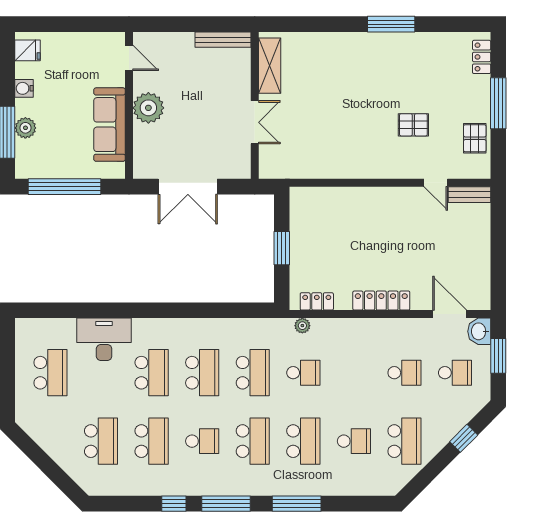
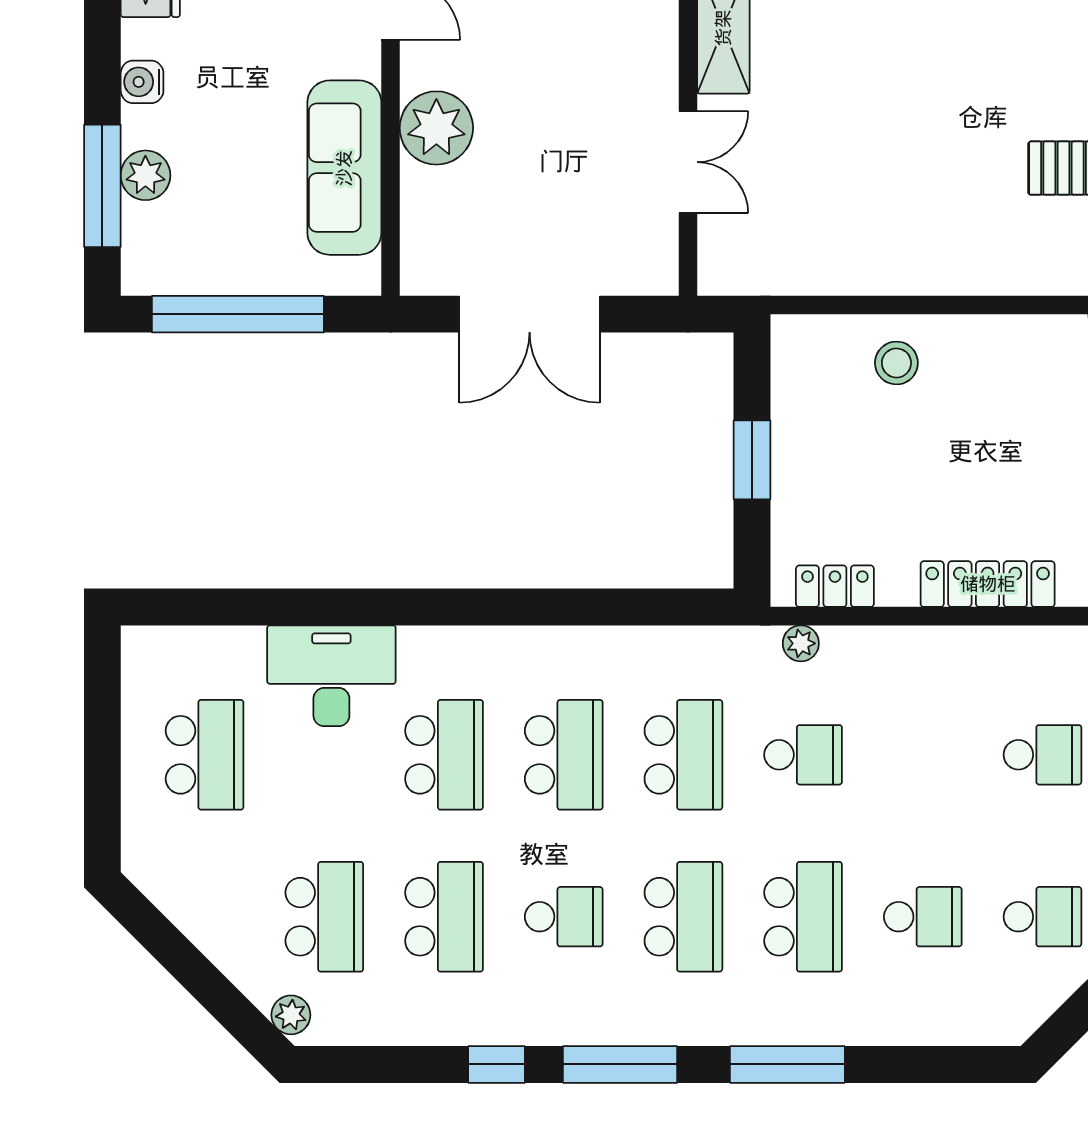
stool: (343, 207) -> (896, 363), added
school desk: (404, 441) -> (1042, 917), width x0.54
plant: (87, 483) -> (291, 1015), added

